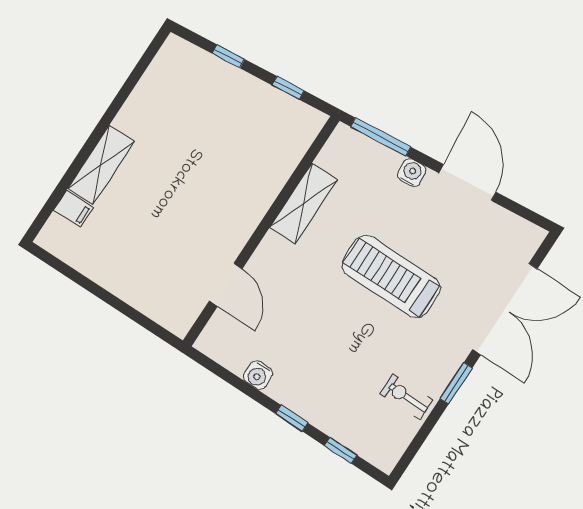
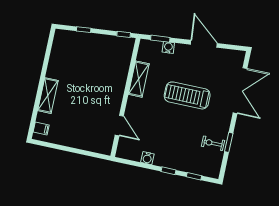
window: (288, 88) -> (124, 34), moved
window: (381, 137) -> (160, 39), width x0.69
water cooler: (412, 173) -> (168, 47), moved
filing cabinet: (73, 209) -> (41, 129), moved
window: (456, 383) -> (229, 142), moved

